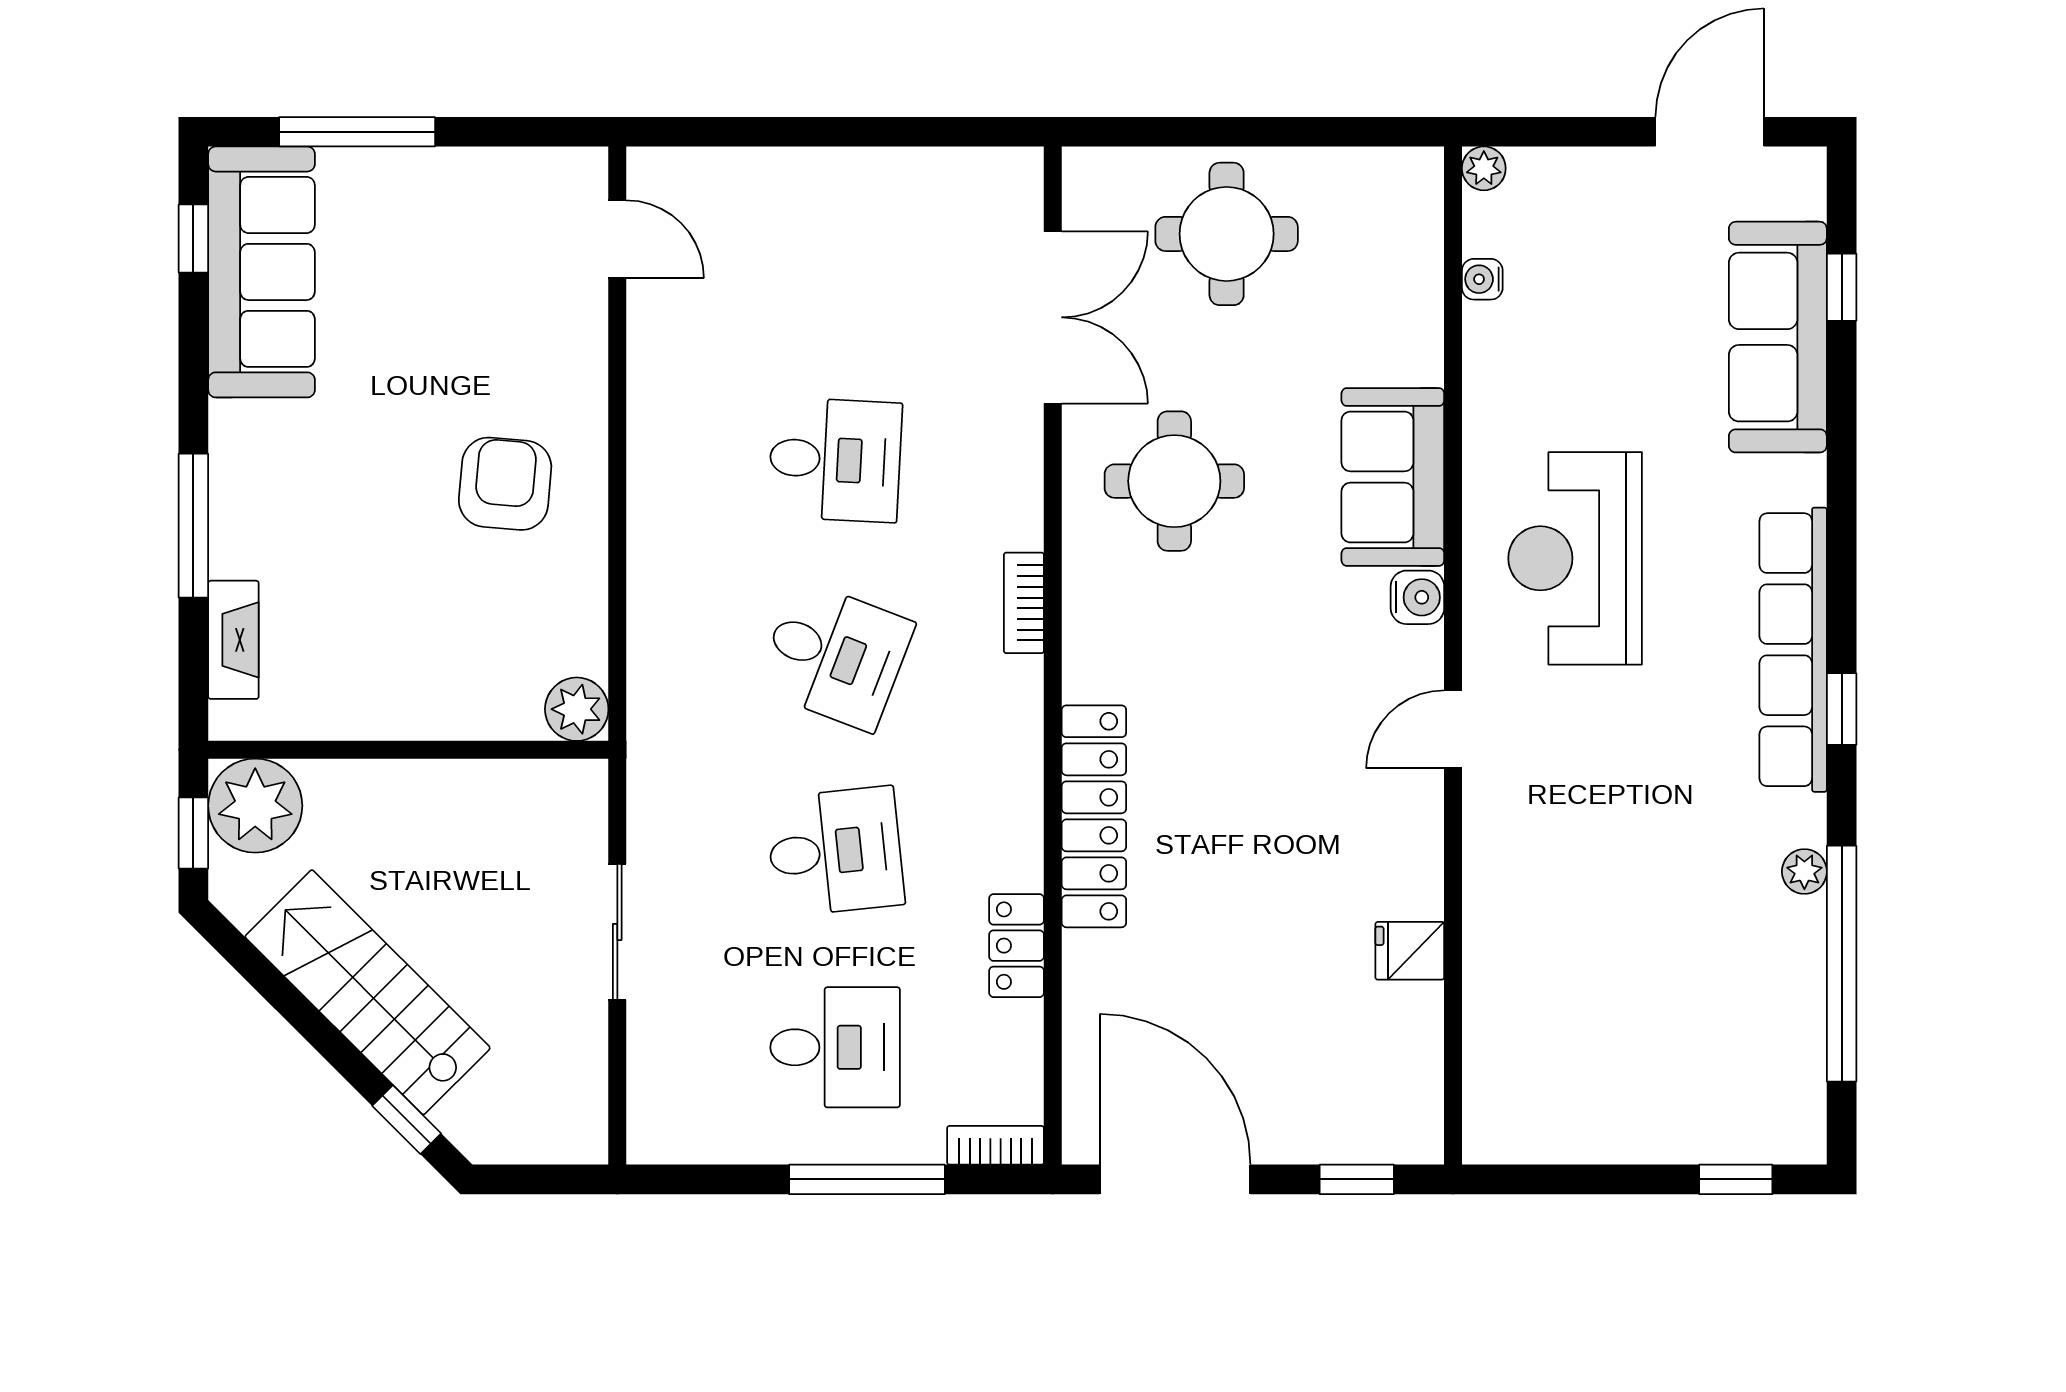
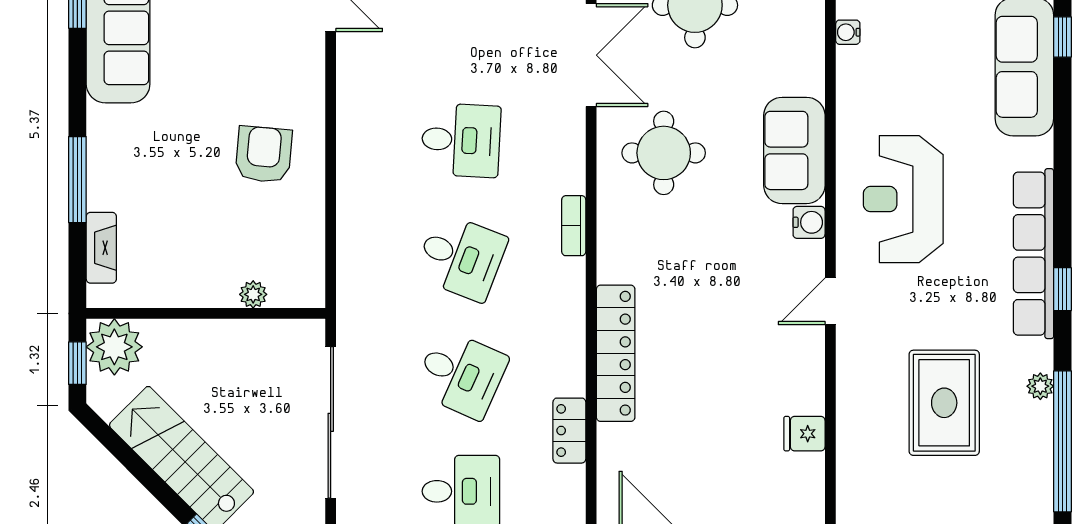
plant: (577, 709) -> (253, 294), moved, width x0.73, depth x0.73
desk: (835, 851) -> (461, 374), turned 30
rug: (1644, 899) -> (944, 403), added
sliding door: (617, 932) -> (331, 422), width x1.86

